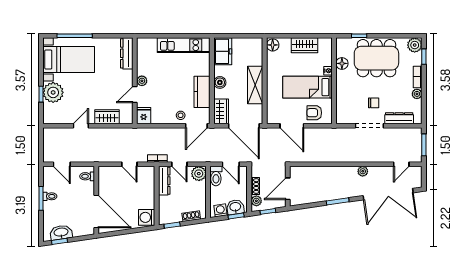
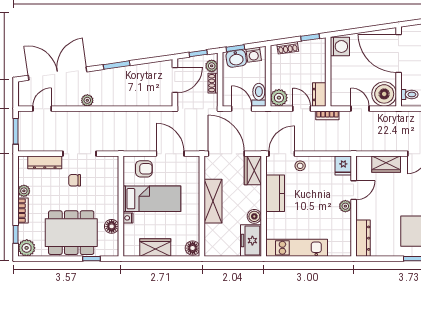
boiler: (220, 82) -> (254, 216), moved
boiler: (109, 177) -> (384, 94), added
dresser: (164, 181) -> (319, 94), width x0.70

